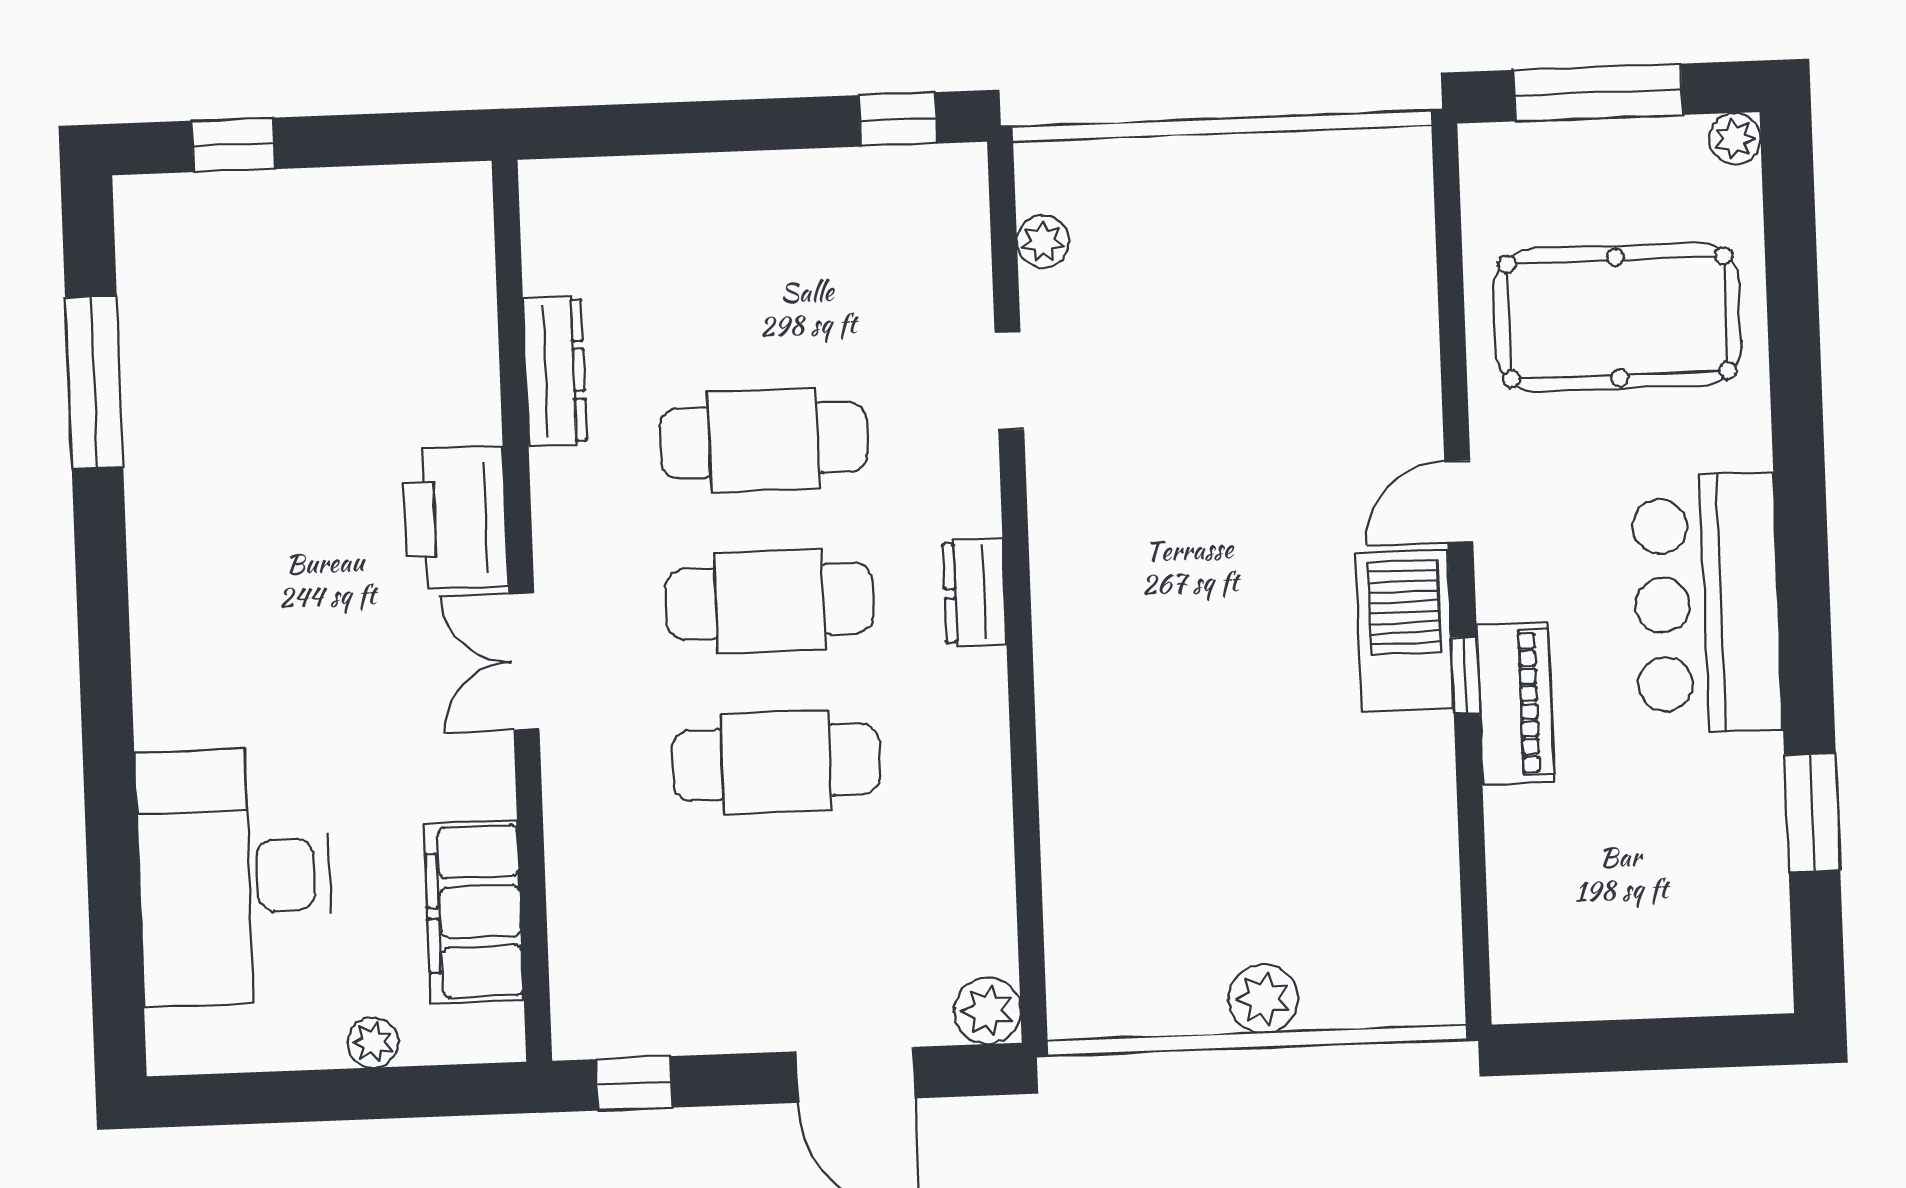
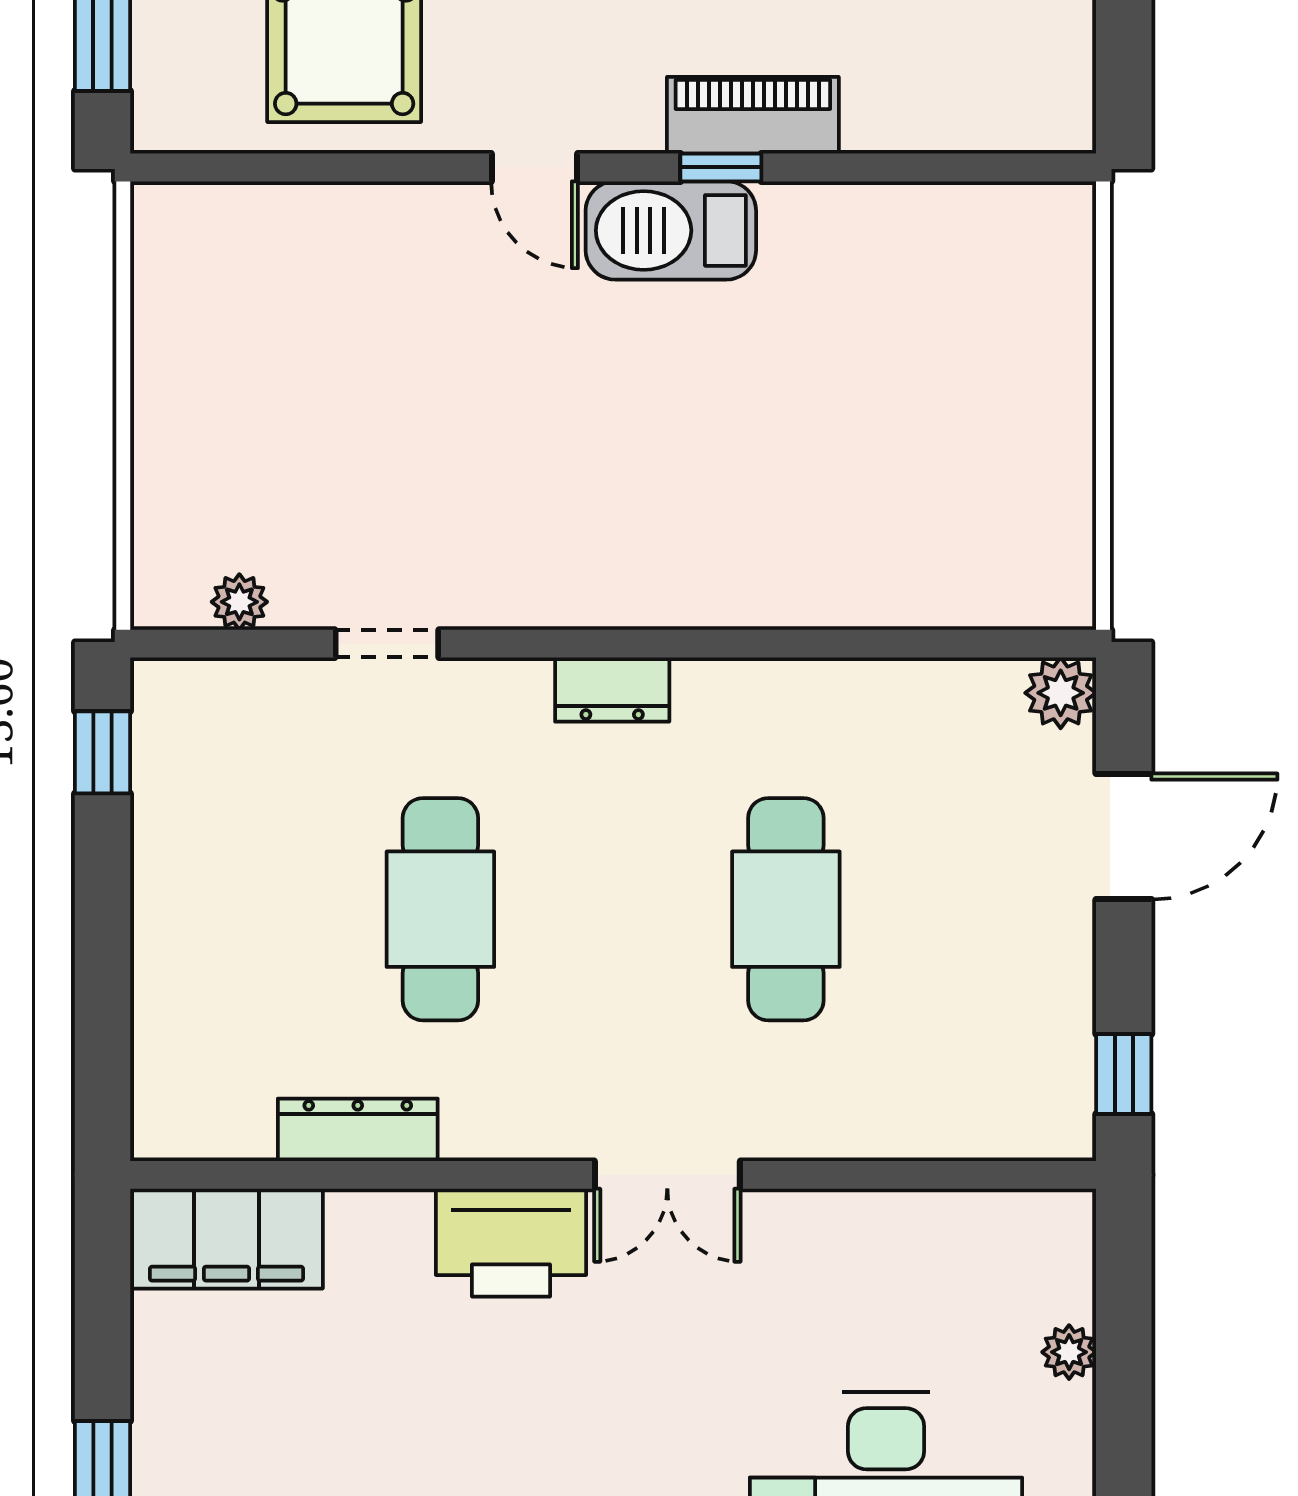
cafe table: (770, 601) -> (613, 909), removed
filing cabinet: (474, 912) -> (226, 1239), moved
plant: (1263, 999) -> (1059, 397), removed

